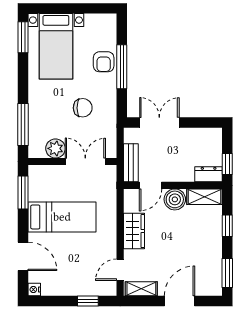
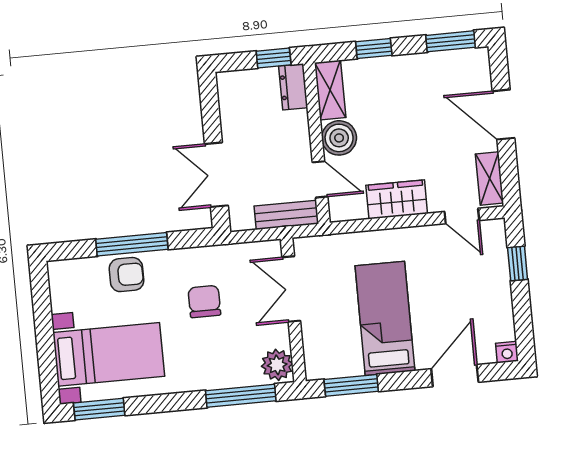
plant: (55, 148) -> (277, 365), moved

